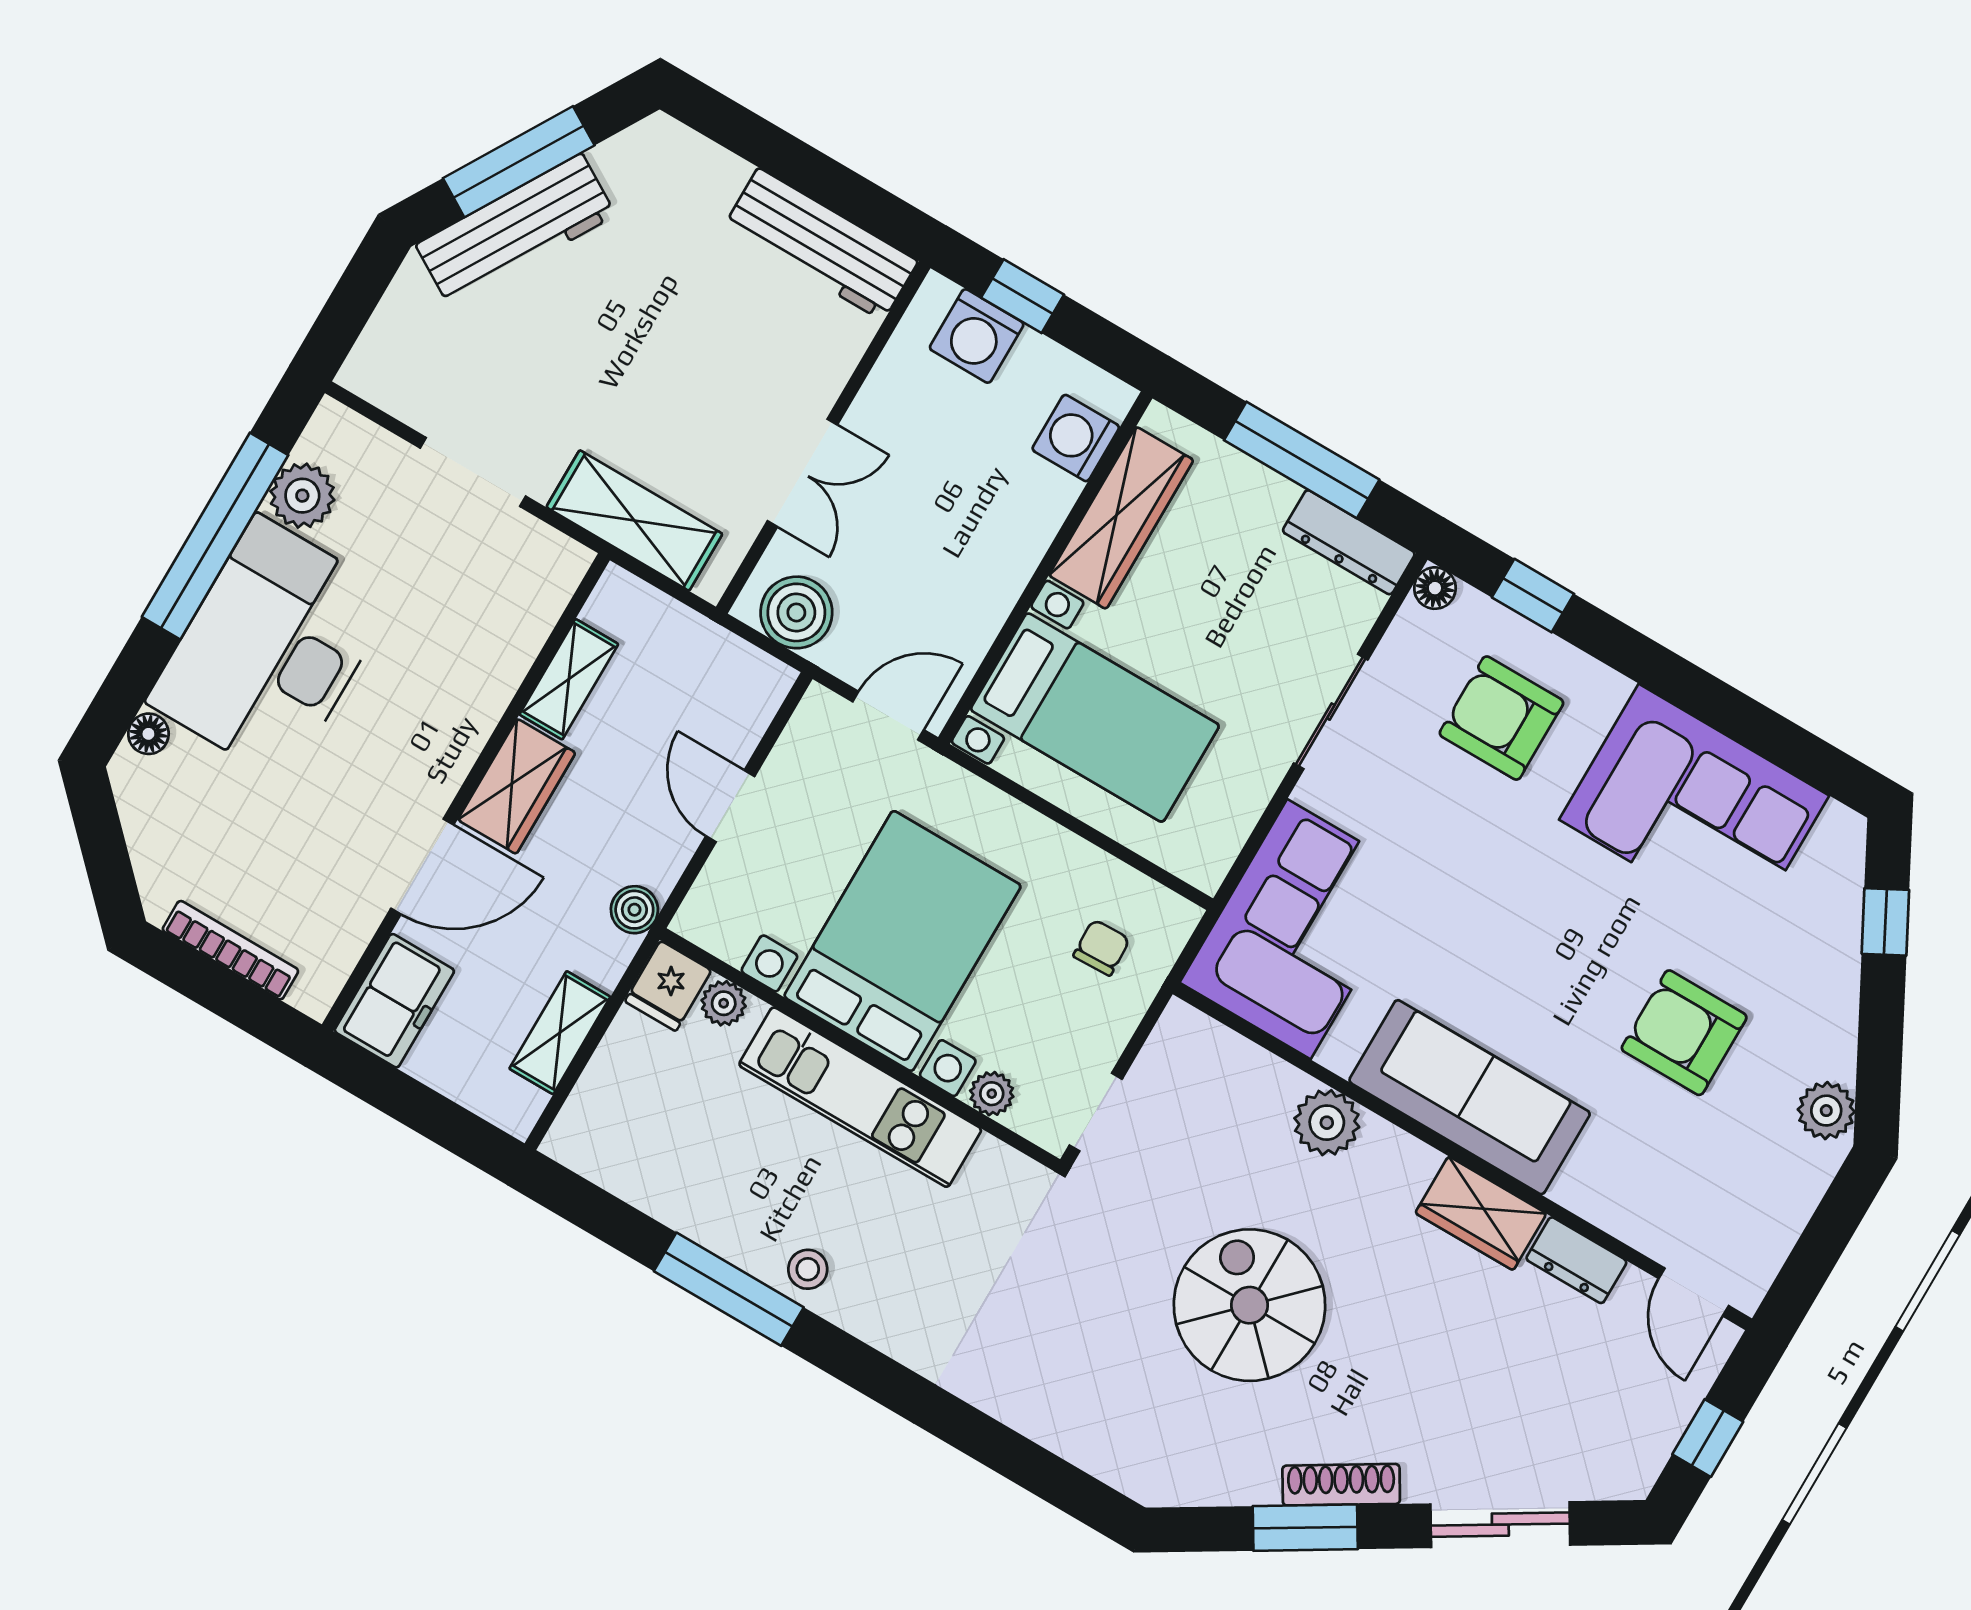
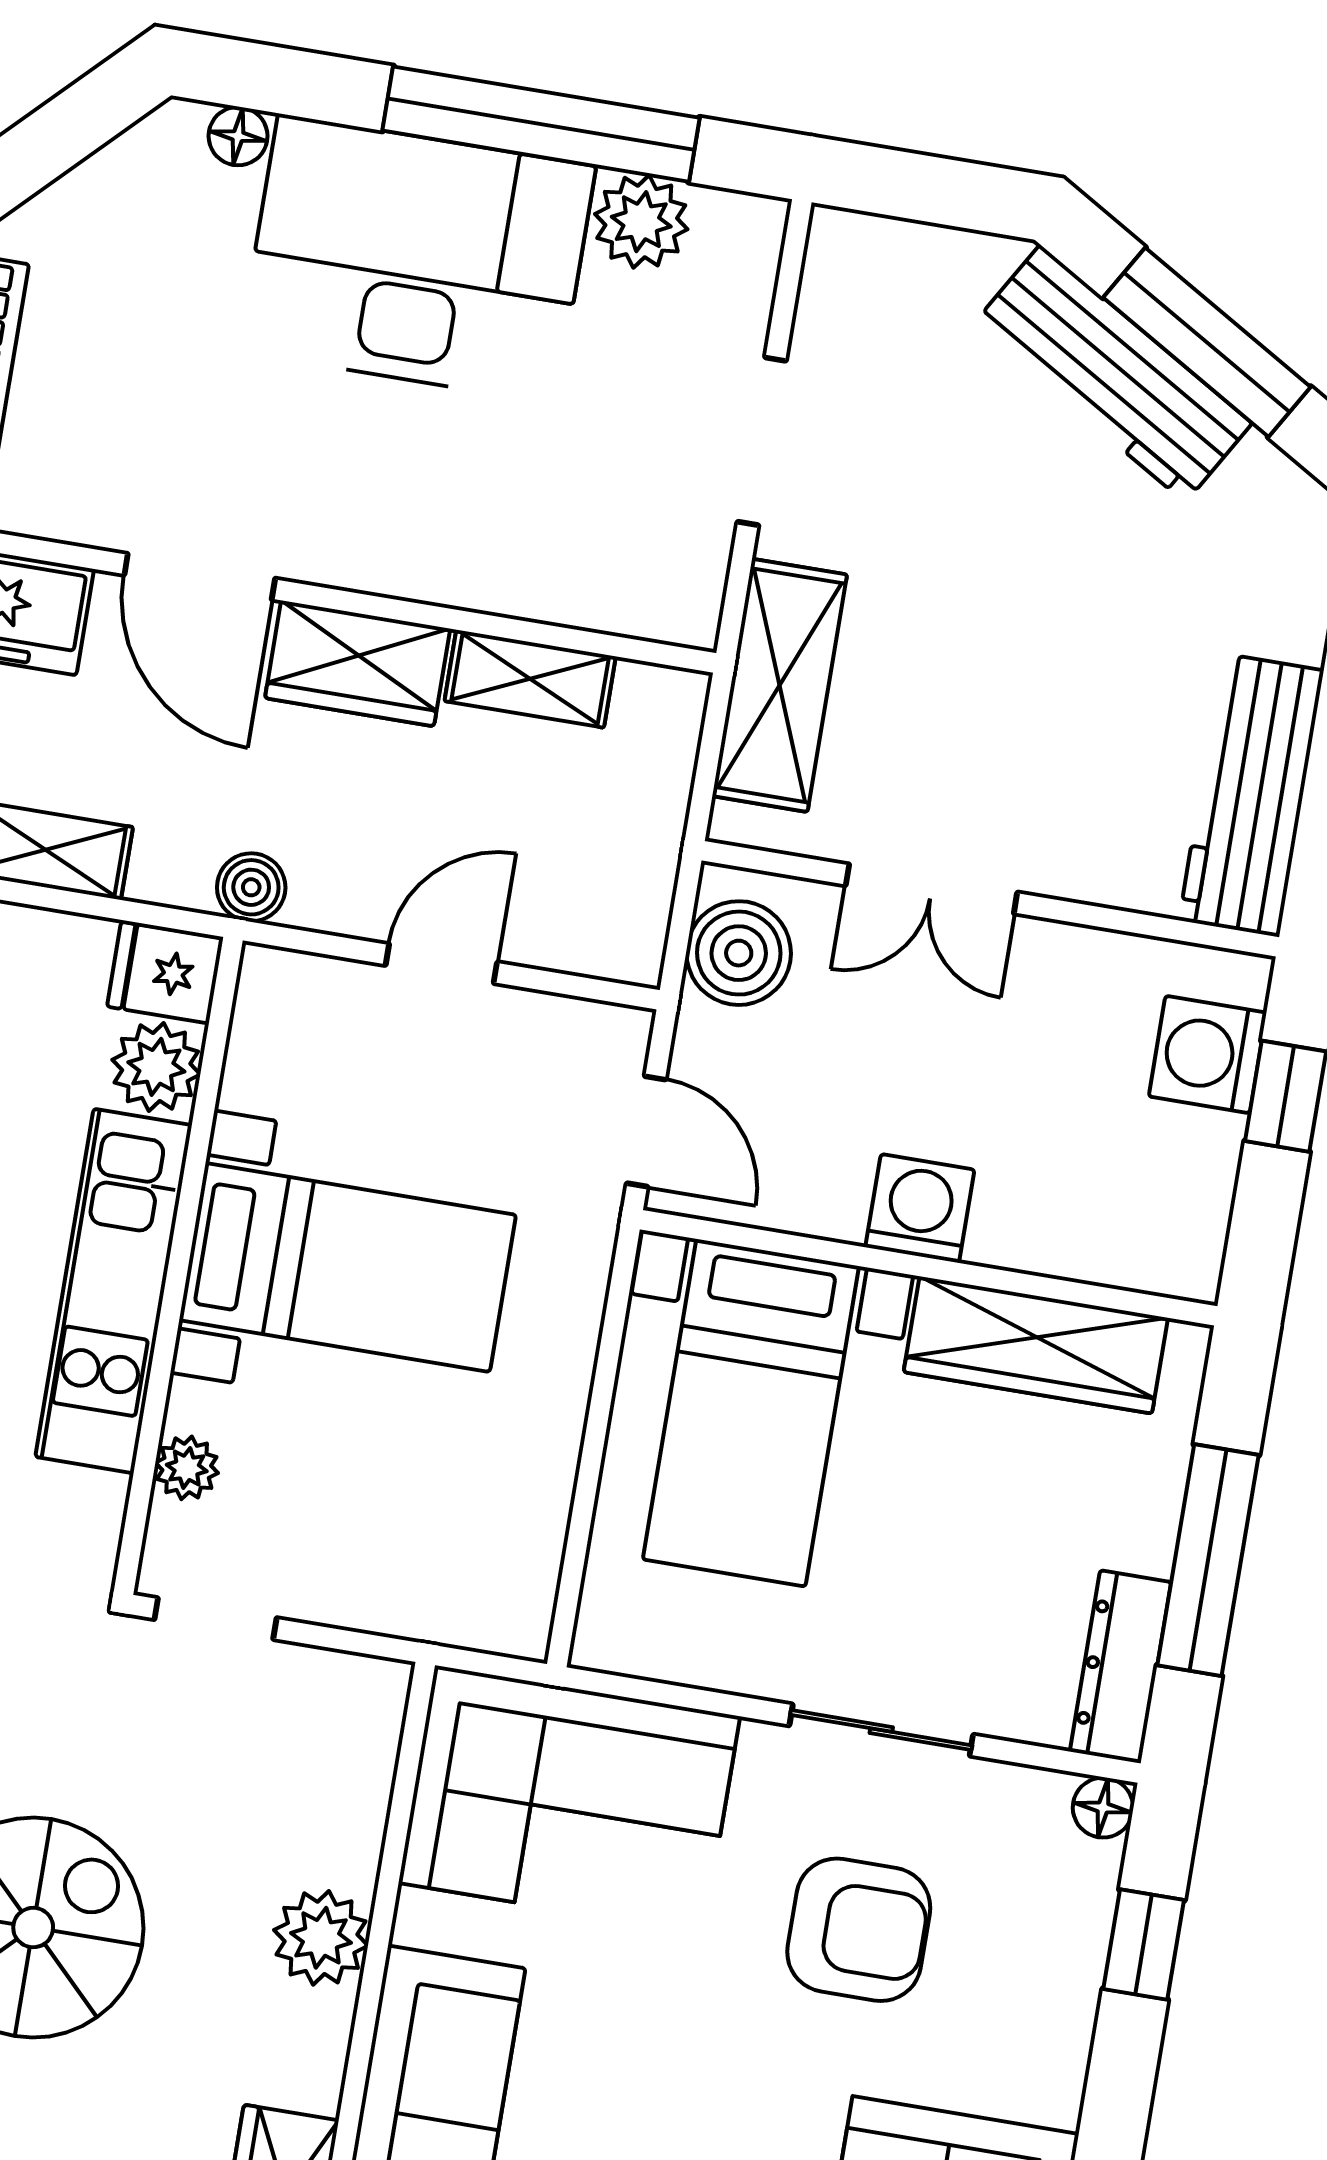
washing machine: (1076, 438) -> (920, 1208), moved
armchair: (1501, 718) -> (859, 1930), moved, turned 90
bed with nightstands: (902, 941) -> (348, 1267), width x0.73
chair: (1102, 948) -> (442, 1541), removed
plant: (724, 1003) -> (156, 1067), width x1.38, depth x1.38

